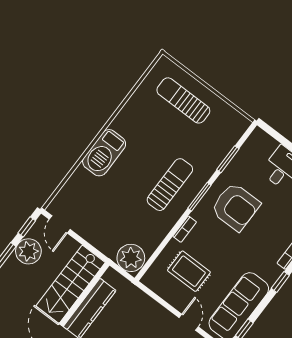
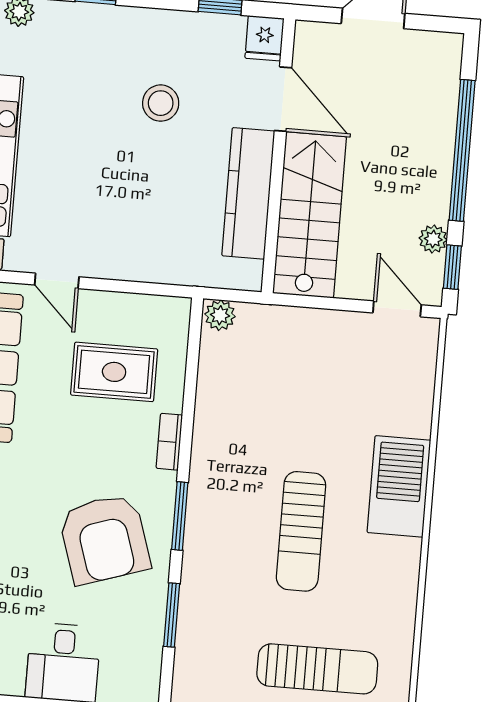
sun lounger: (170, 185) -> (301, 531), moved
armchair: (235, 207) -> (104, 539), turned -108
plant: (28, 251) -> (433, 239), width x0.53, depth x0.53
plant: (131, 258) -> (220, 315), width x0.53, depth x0.53

